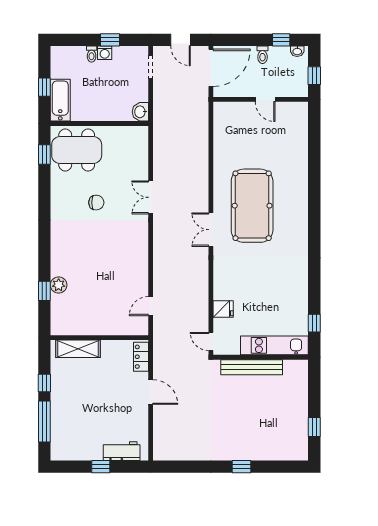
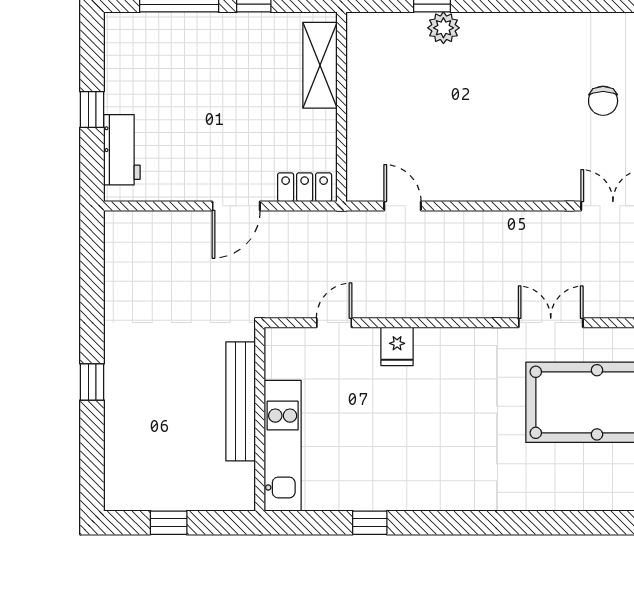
kitchen unit: (274, 345) -> (283, 446), moved
wall: (261, 357) -> (260, 419), moved
bench: (252, 367) -> (241, 401), moved

